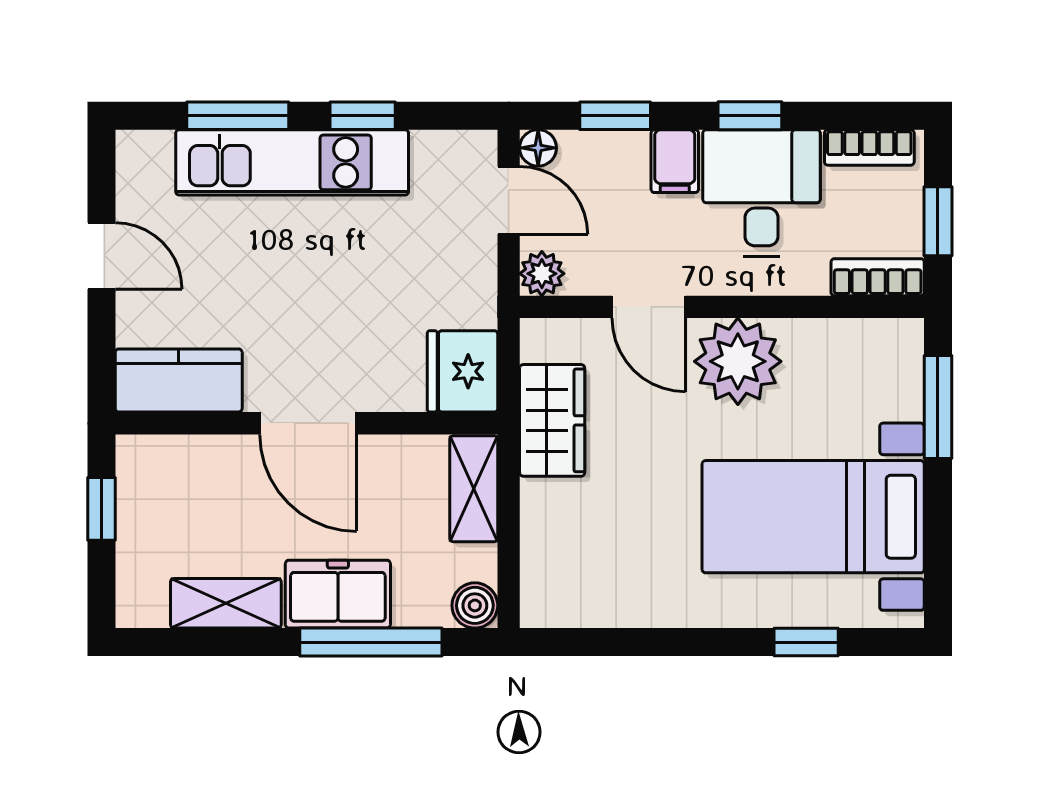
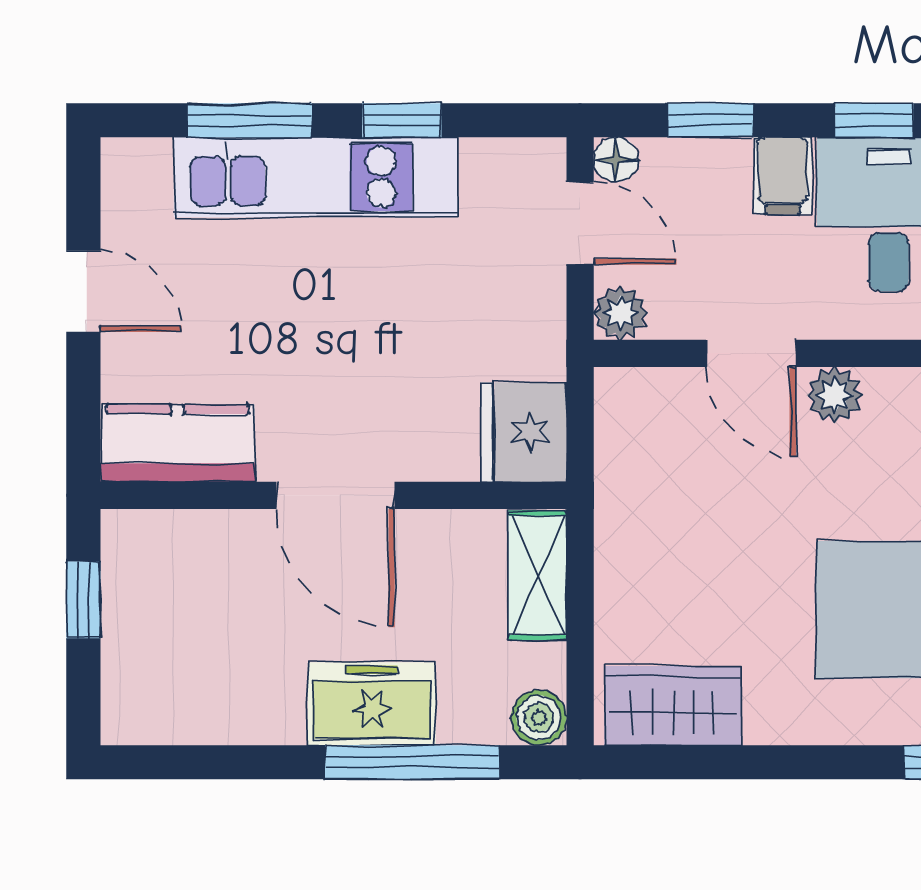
plant: (738, 361) -> (835, 395), width x0.53, depth x0.53
wardrobe: (552, 420) -> (673, 706), moved, turned -90
shelving: (226, 603) -> (235, 715), removed

